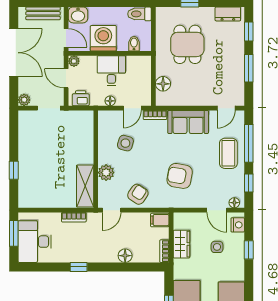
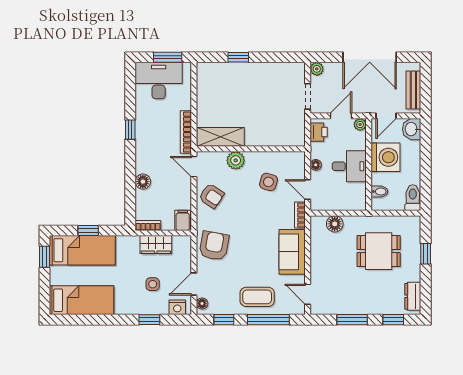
armchair: (180, 176) -> (214, 246), moved
bookcase: (74, 217) -> (186, 132), width x1.56

